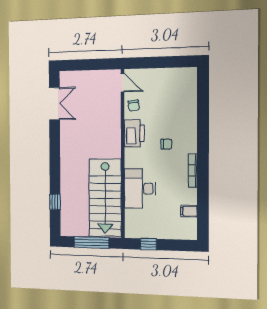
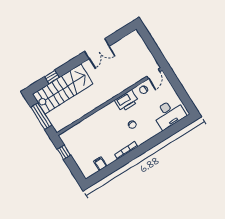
double door: (54, 104) -> (97, 49), moved
desk: (140, 189) -> (169, 114), moved, turned 180
stairs: (105, 198) -> (63, 89), moved, turned 180

